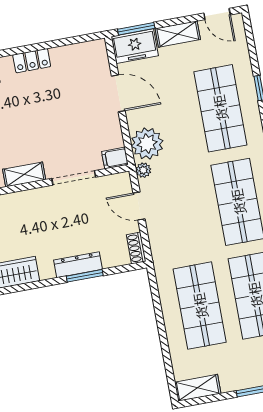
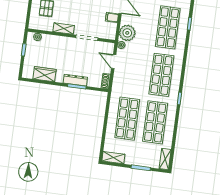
filing cabinet: (115, 158) -> (112, 17), moved

